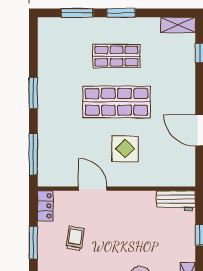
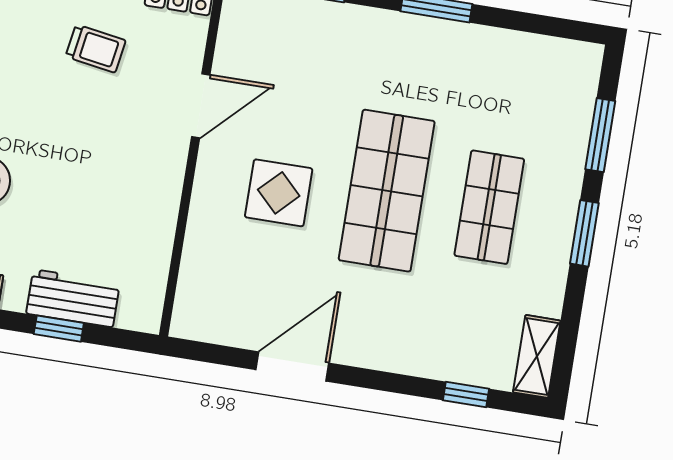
workbench: (176, 201) -> (73, 298), moved, turned 90

